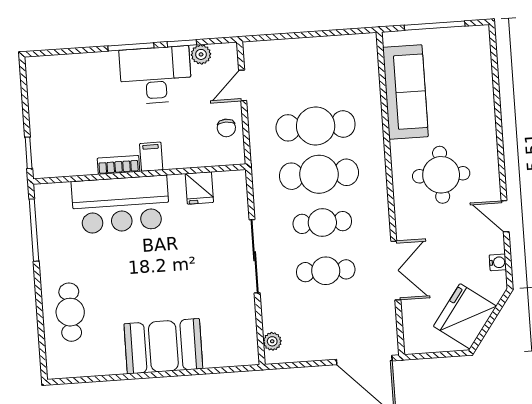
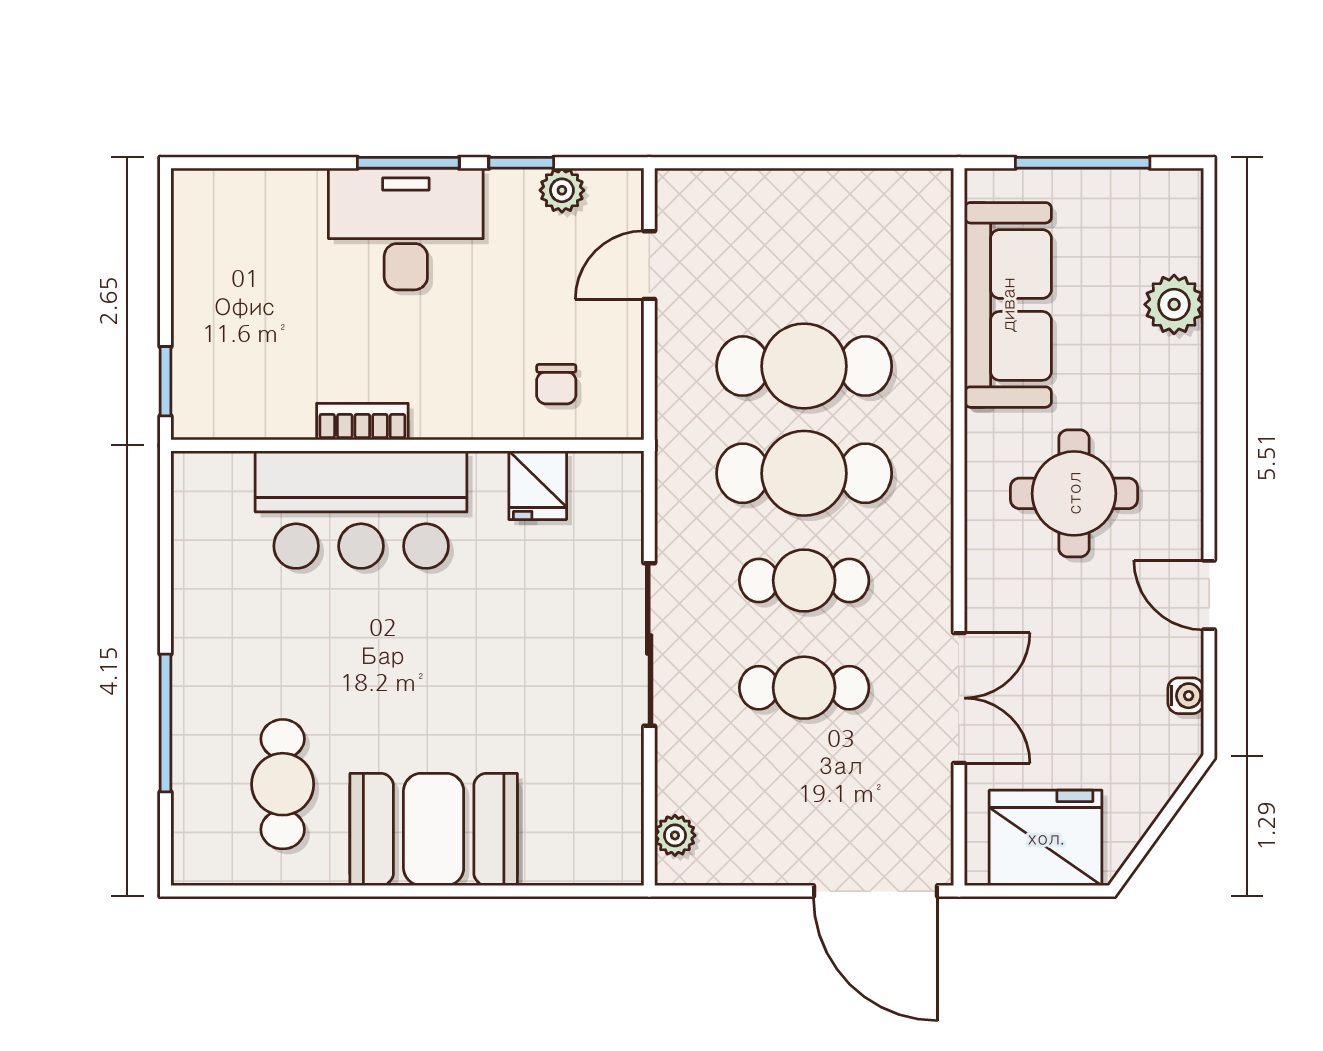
desk: (155, 75) -> (406, 229), moved
plant: (480, 87) -> (1174, 304), added
chair: (226, 128) -> (556, 384), moved
filing cabinet: (151, 157) -> (436, 409), removed
window: (34, 230) -> (165, 723), moved
cafe table: (70, 312) -> (283, 784), moved
fridge: (465, 316) -> (1046, 838), moved, turned 54

